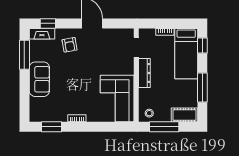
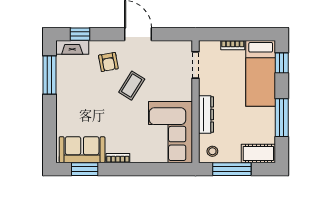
coffee table: (87, 63) -> (132, 86), added
dresser: (144, 73) -> (206, 115), moved
sofa: (39, 79) -> (82, 150), moved, turned -90

